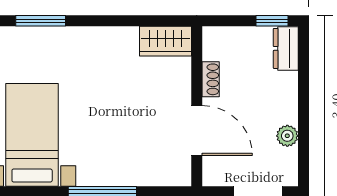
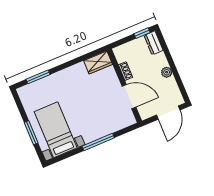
plant: (287, 136) -> (167, 72), moved

